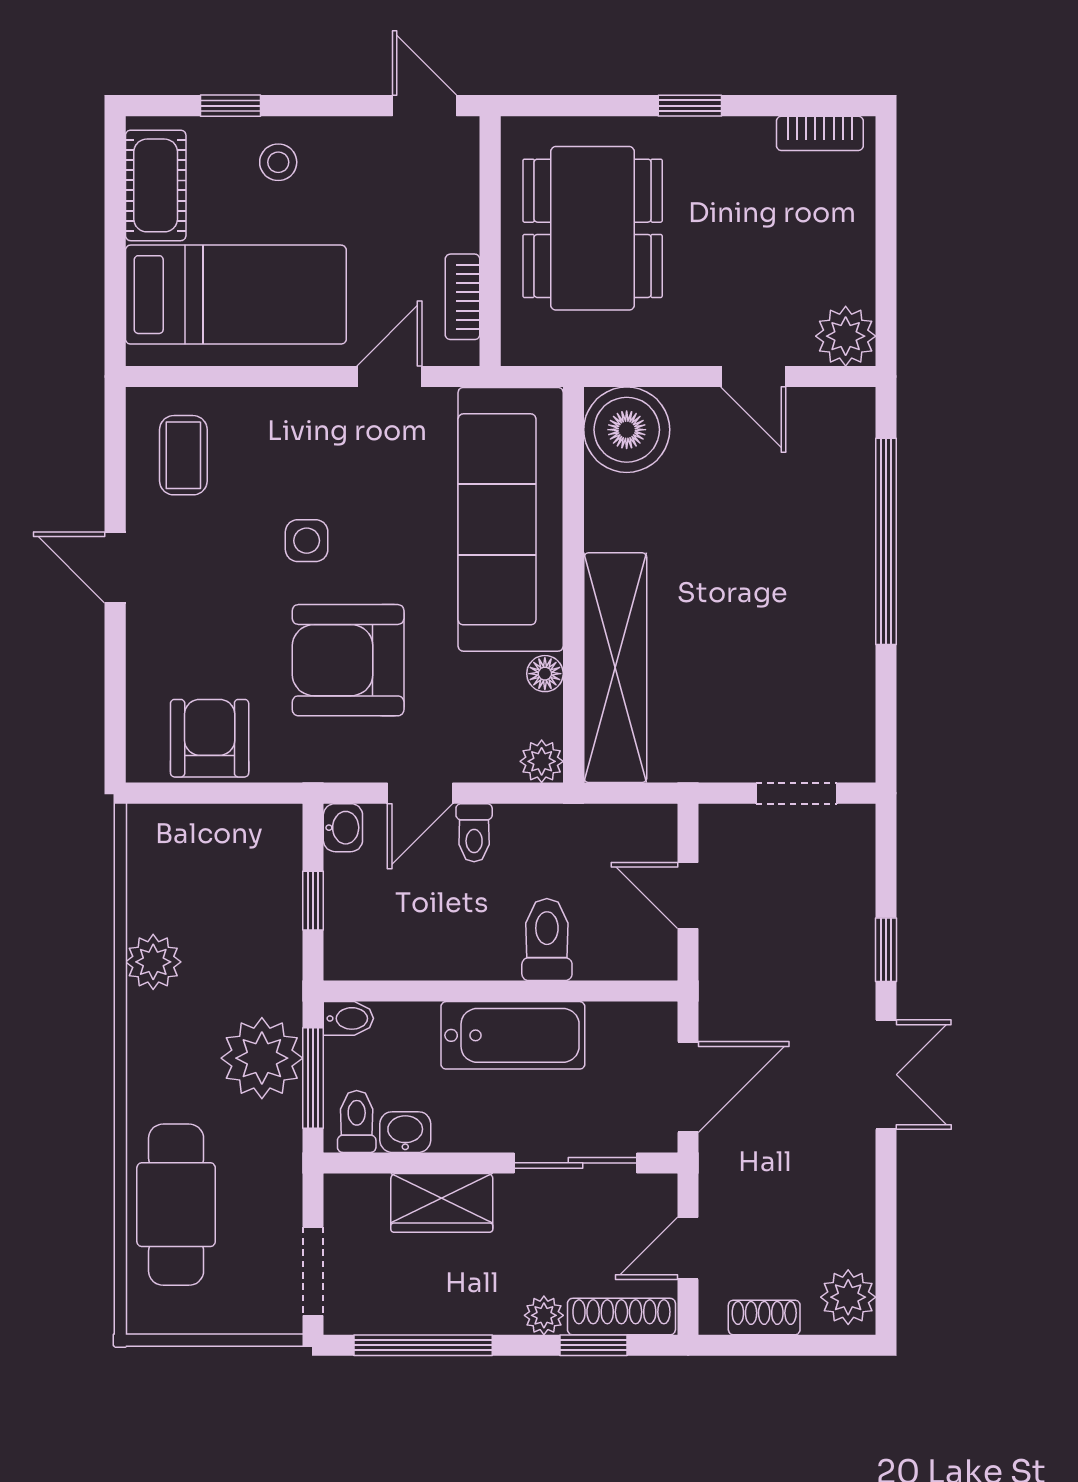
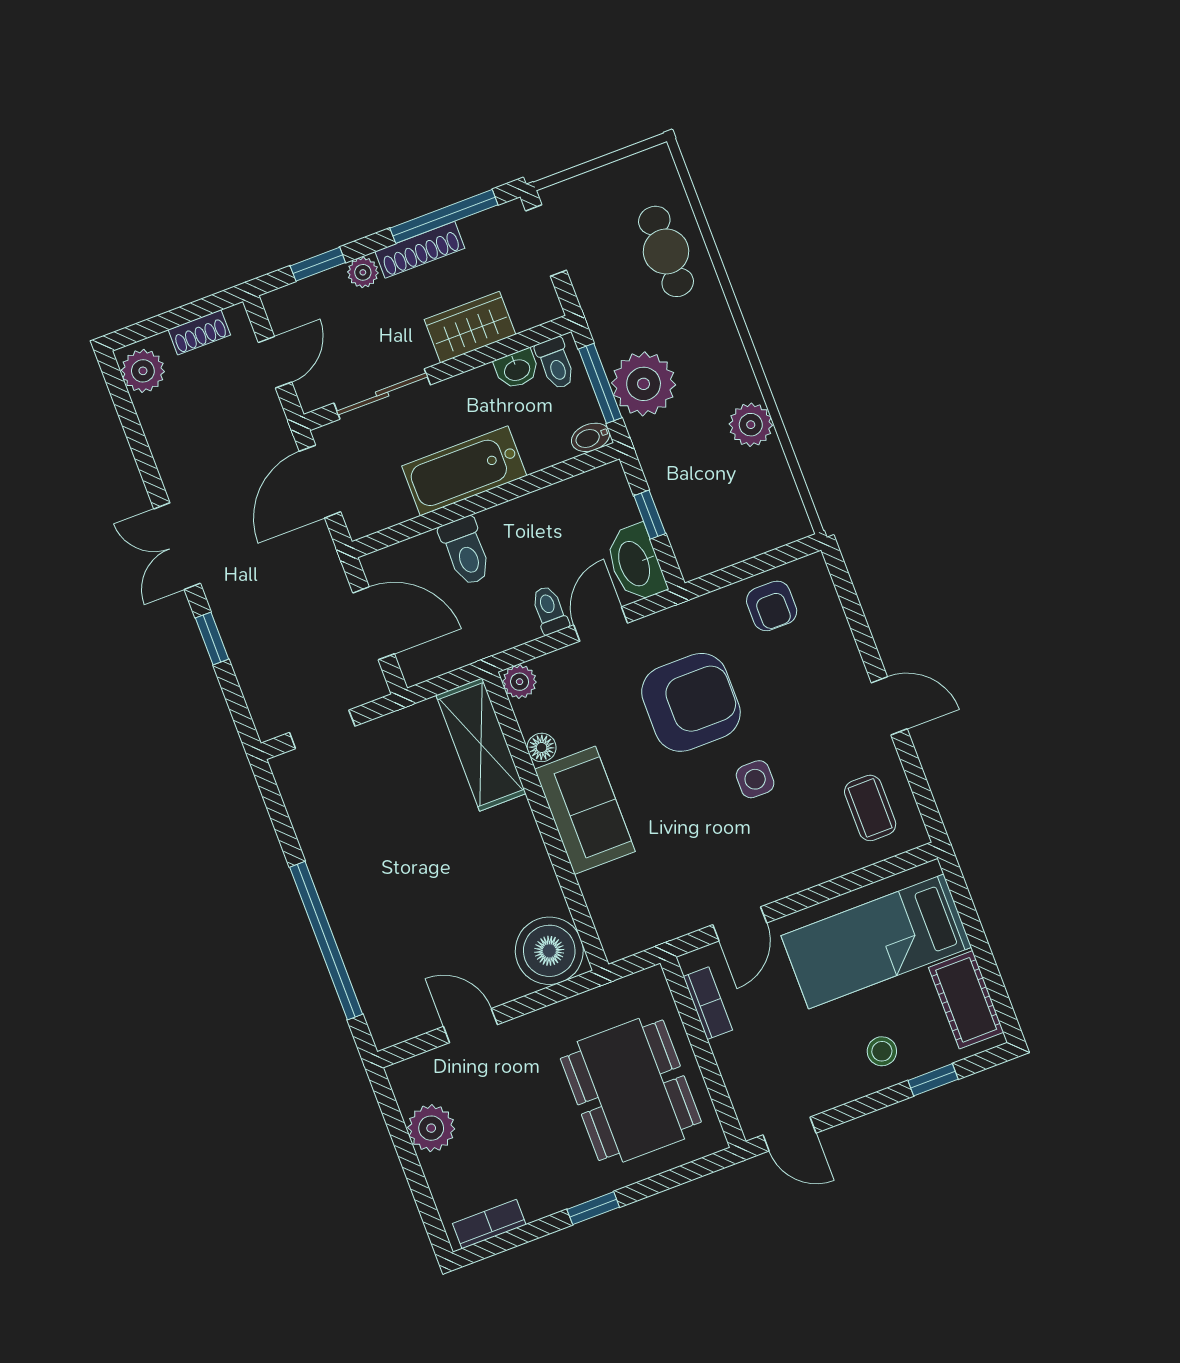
plant: (846, 336) -> (431, 1128), moved
sofa: (511, 519) -> (585, 810), width x0.54, depth x0.79
shelving: (615, 668) -> (481, 744), width x0.68
armchair: (210, 738) -> (772, 606), width x0.72, depth x0.72
washbasin: (343, 828) -> (635, 563), width x1.91, depth x1.45
door: (688, 895) -> (374, 623), width x1.37
cafe table: (176, 1205) -> (666, 251), width x0.73, depth x0.74
shoe rack: (621, 1317) -> (420, 250), moved

